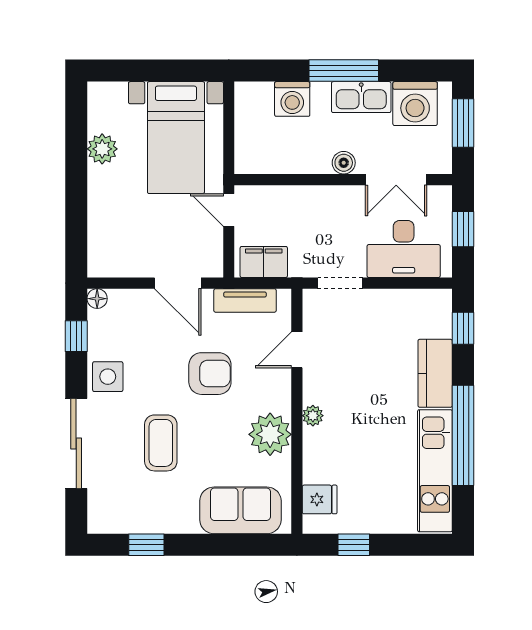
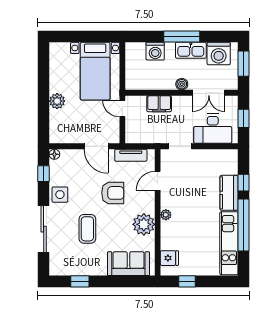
plant: (102, 149) -> (57, 101), moved
filing cabinet: (264, 262) -> (159, 104), moved, turned 180
window: (463, 328) -> (243, 183), moved

